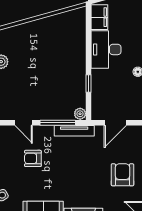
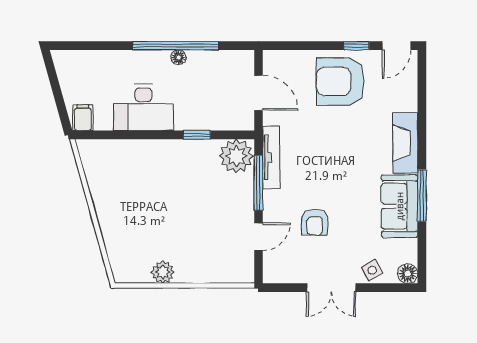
filing cabinet: (99, 17) -> (83, 118), width x0.50
plant: (80, 114) -> (236, 156), width x1.87, depth x1.87
armchair: (122, 175) -> (340, 82), width x1.36, depth x1.36

